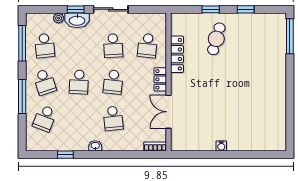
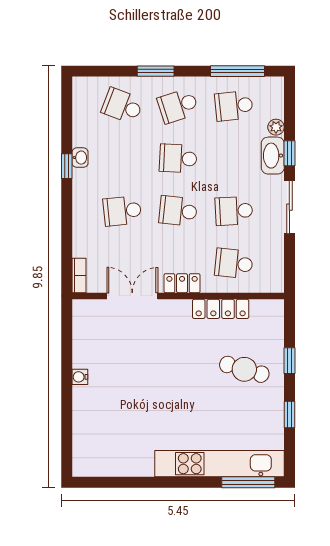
kitchen unit: (278, 55) -> (219, 464), added
window: (22, 97) -> (156, 71), width x0.69
washbasin: (95, 146) -> (80, 158), moved
window: (65, 155) -> (67, 166), moved

